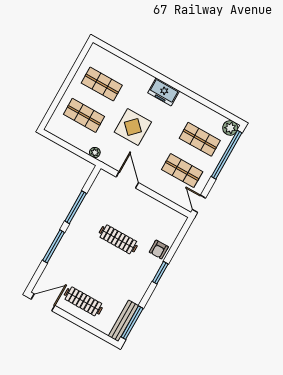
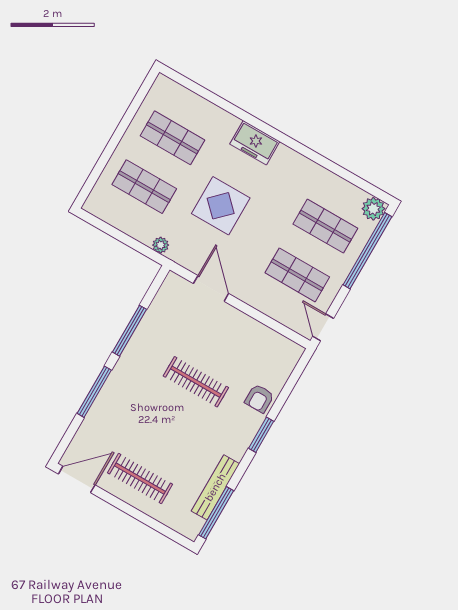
freezer: (164, 92) -> (255, 143), moved
bench: (123, 321) -> (215, 487), moved

